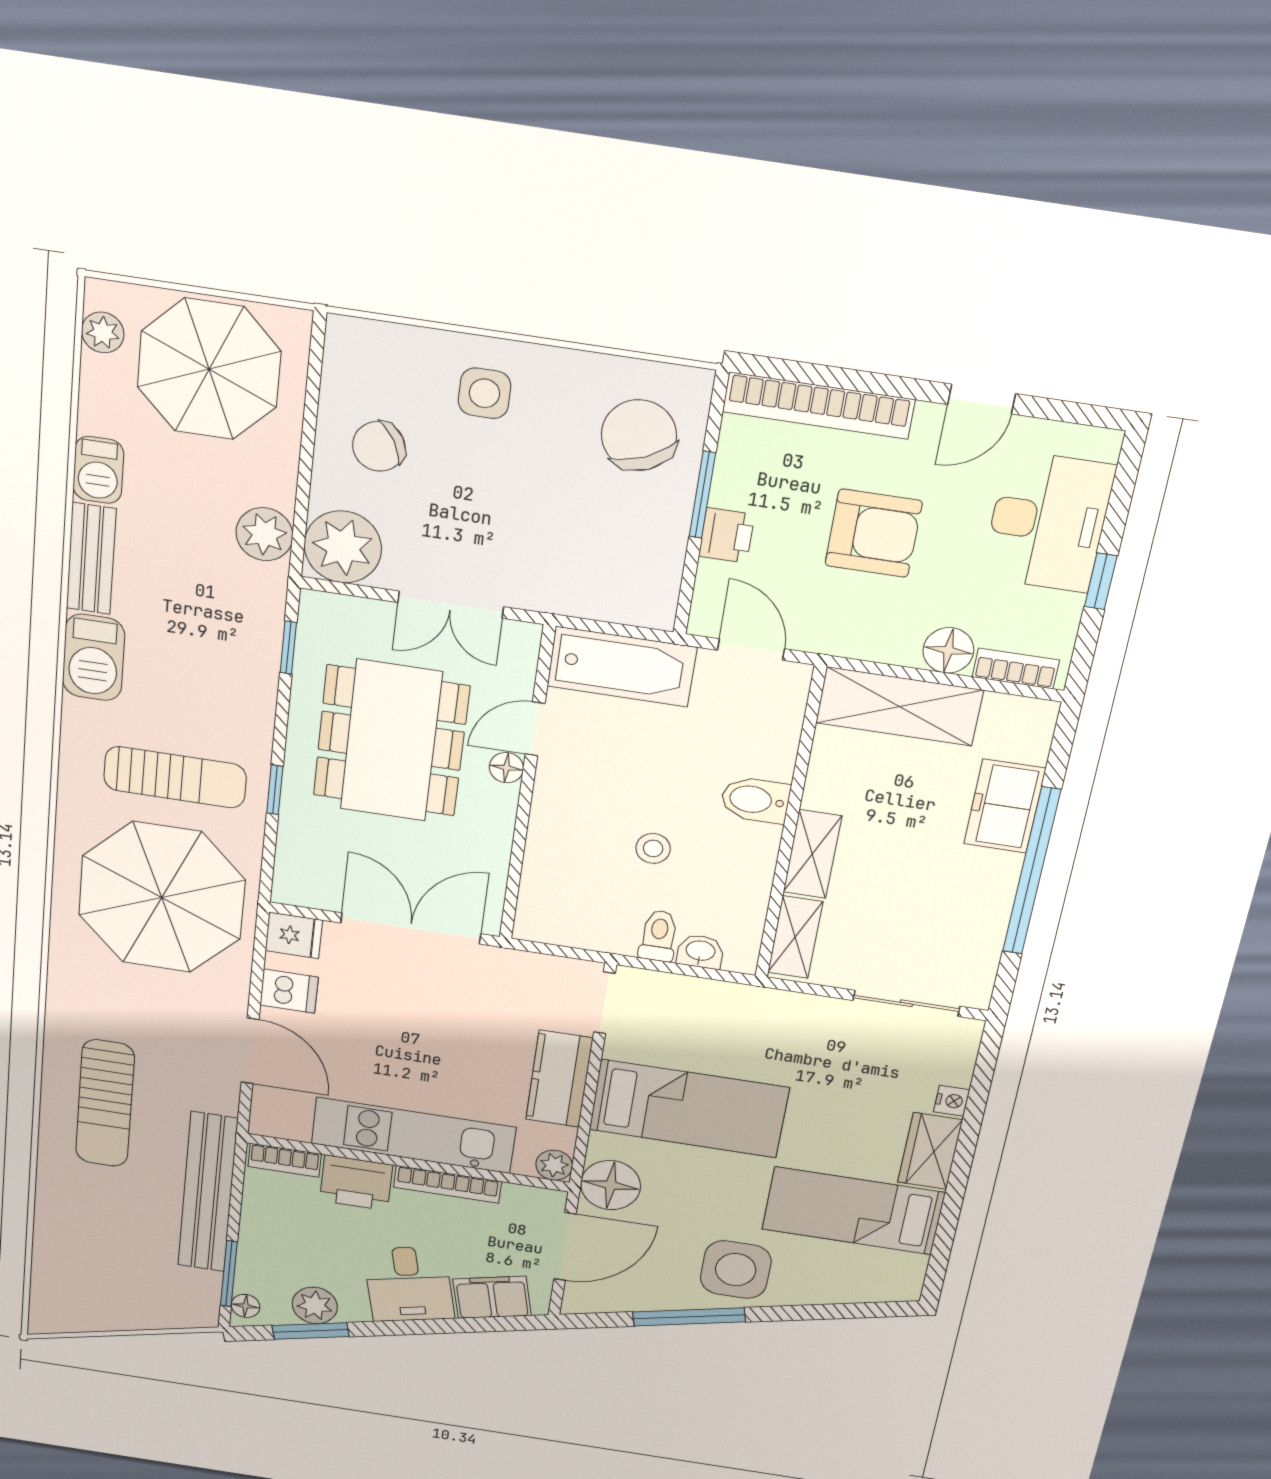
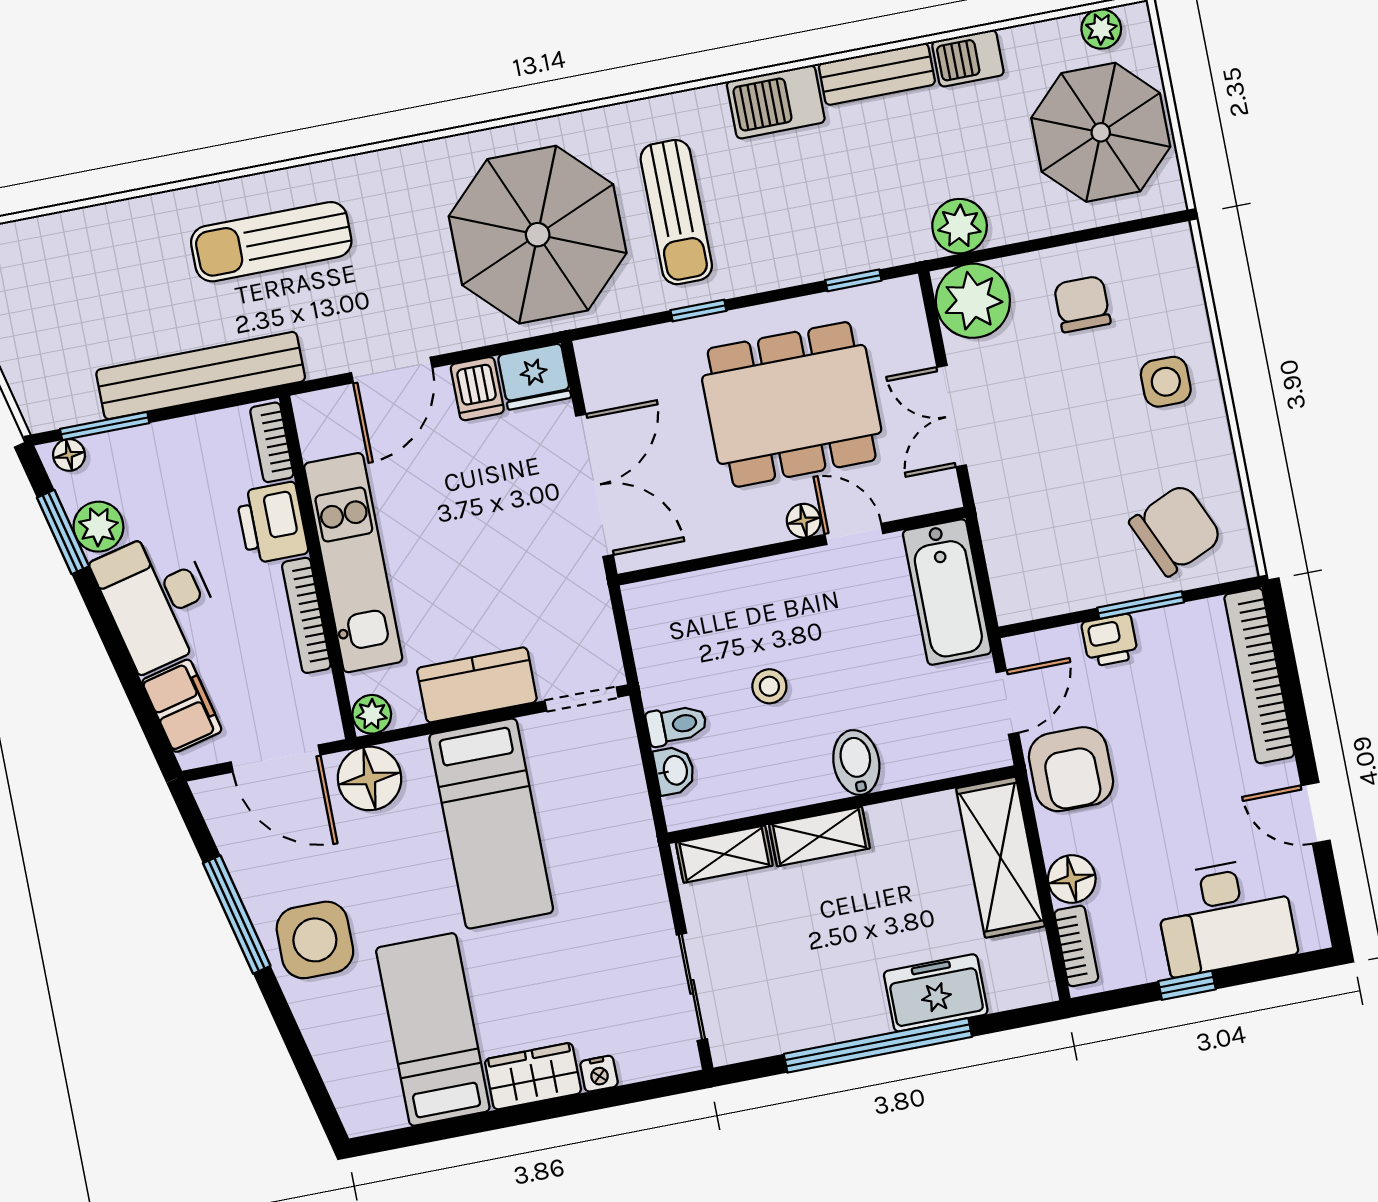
chair: (379, 446) -> (1082, 304), turned 30
armchair: (873, 533) -> (1071, 769), moved
fridge: (294, 935) -> (534, 377), width x1.38
desk: (409, 1284) -> (158, 600), width x1.37

